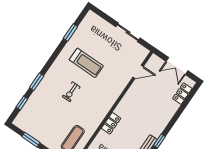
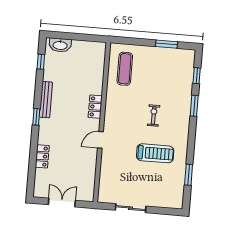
treadmill: (86, 63) -> (155, 153), turned 180
door: (138, 72) -> (100, 140), moved
locker: (182, 94) -> (42, 156), moved

